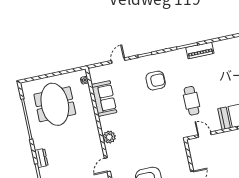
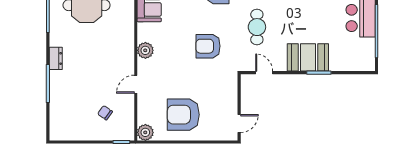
armchair: (157, 124) -> (208, 46), added

